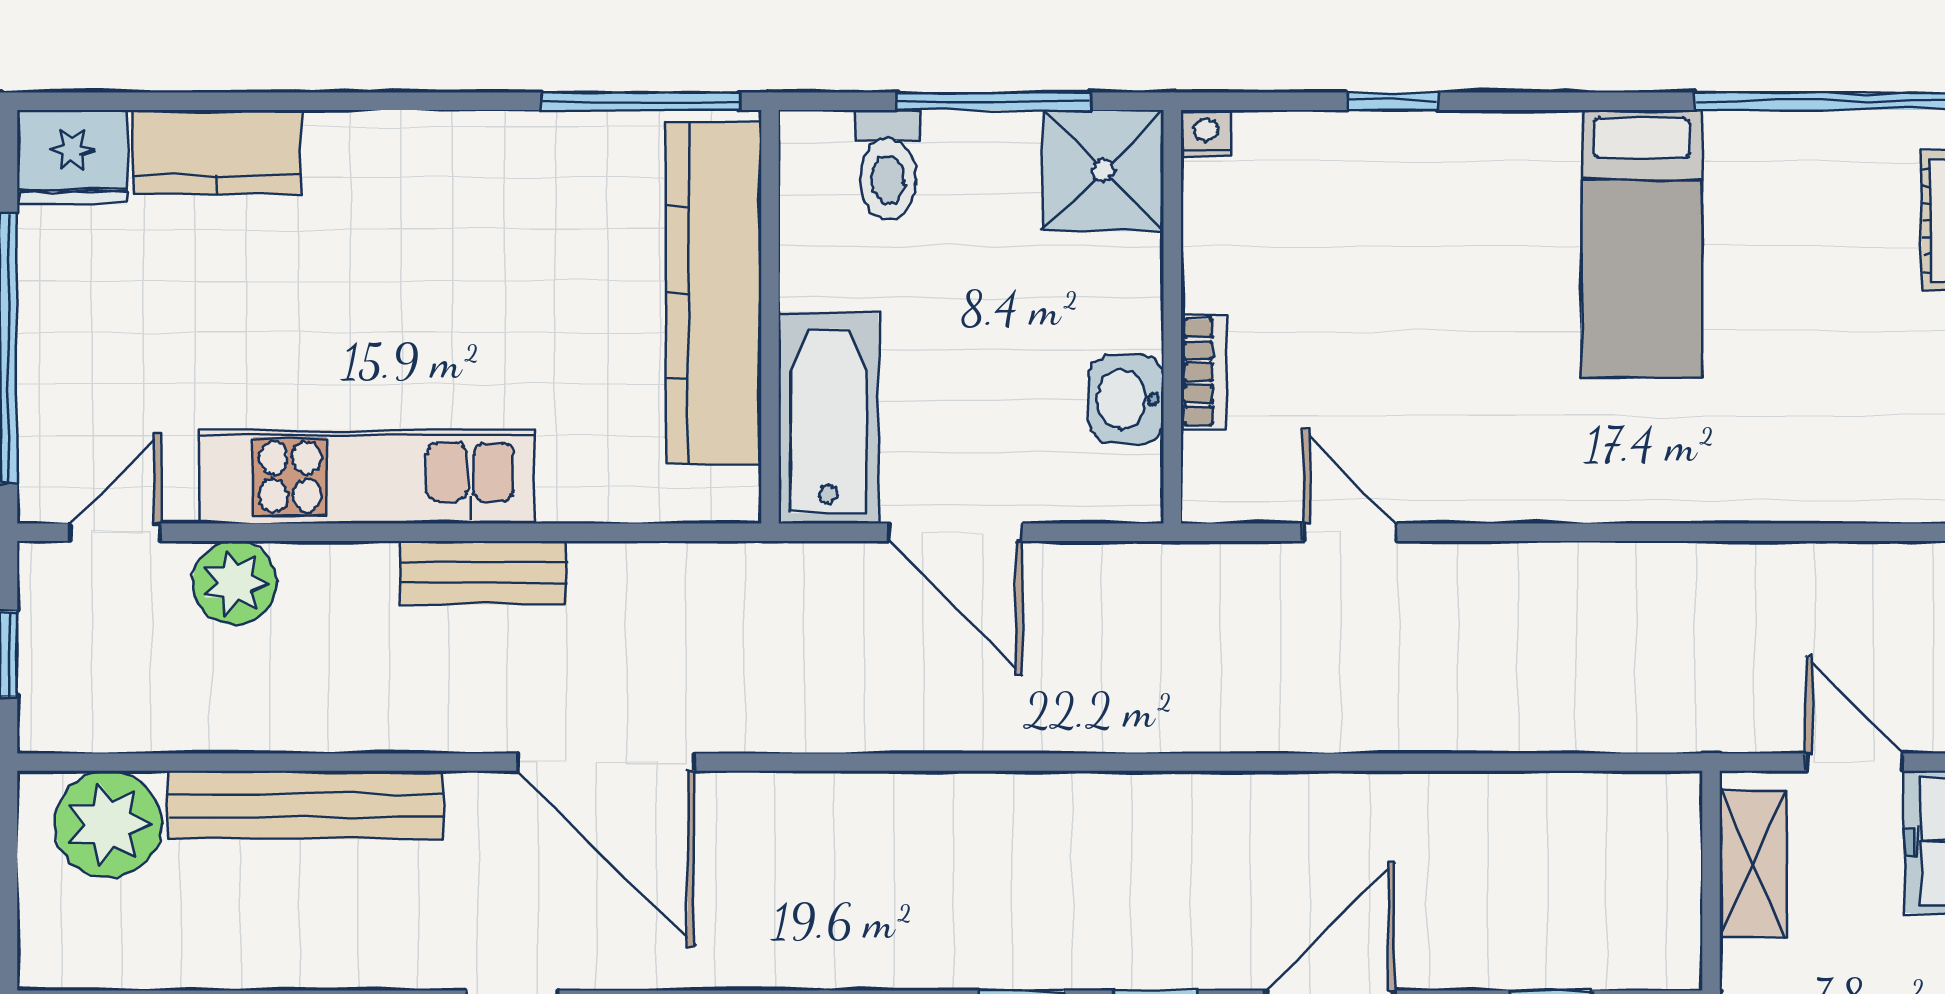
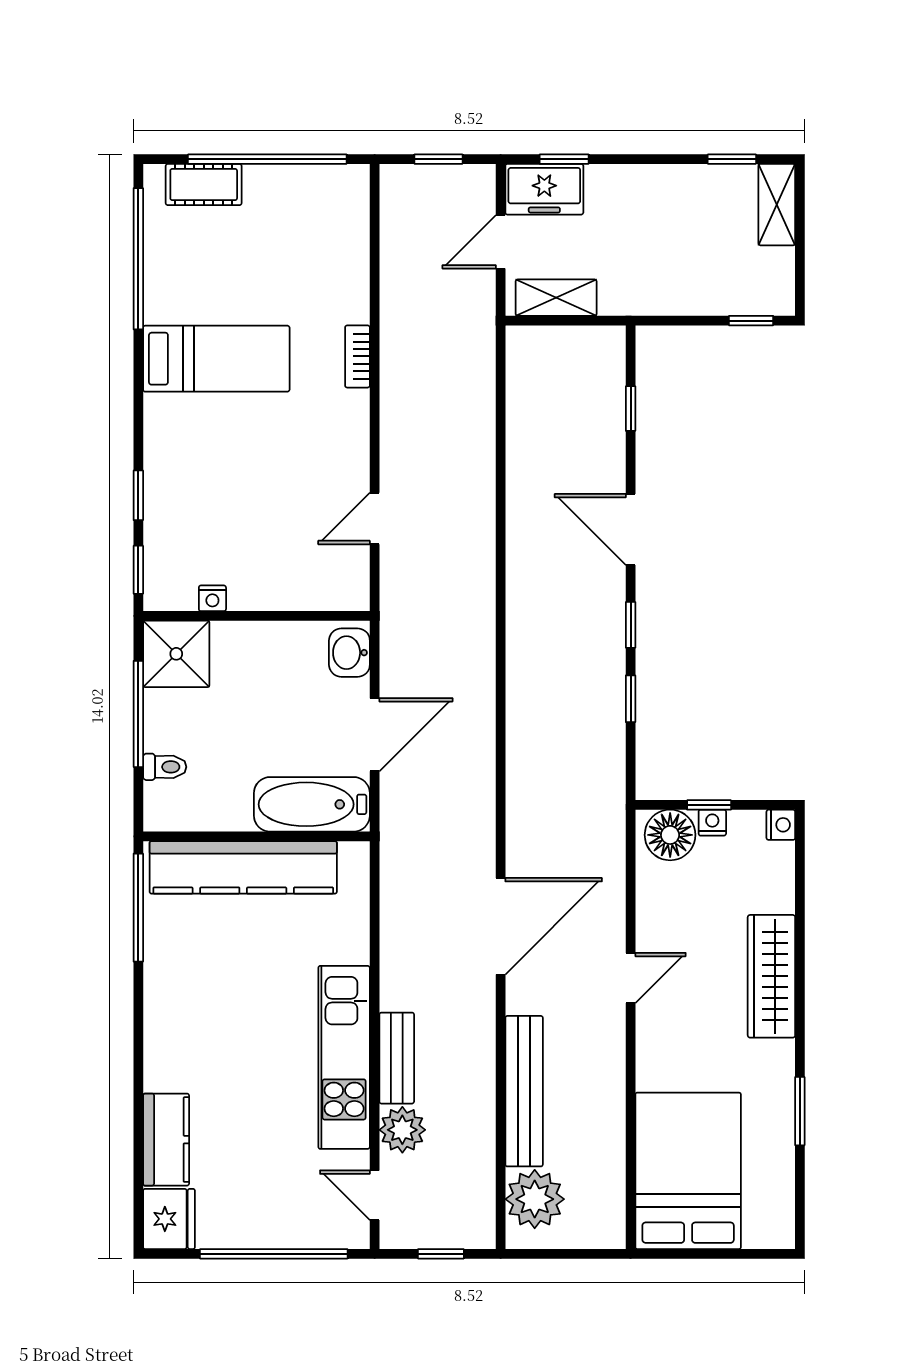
window: (1256, 101) -> (138, 570), added
nightstand: (1206, 133) -> (212, 598), moved, turned -90
toilet: (888, 165) -> (165, 767), width x0.73, depth x0.72
bookcase: (1204, 372) -> (357, 356), moved, turned -90
washbasin: (1126, 399) -> (349, 653), moved, turned 90
bench: (484, 573) -> (397, 1058), moved

